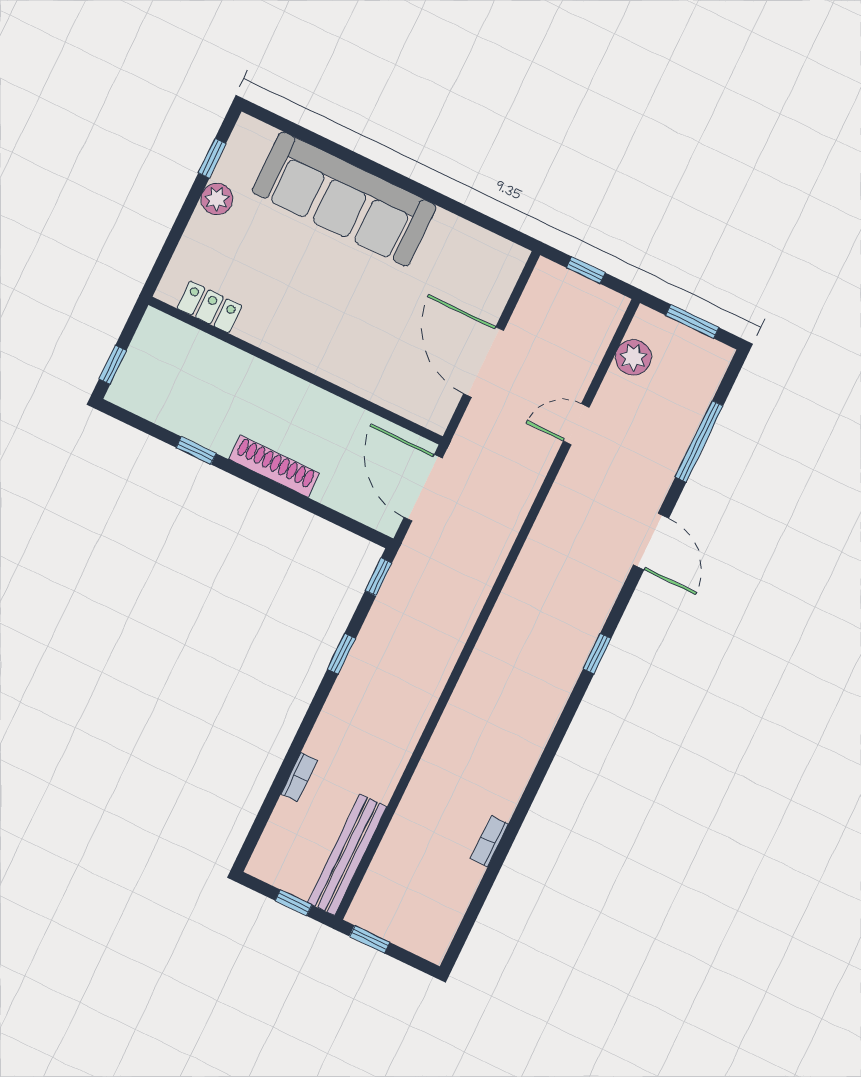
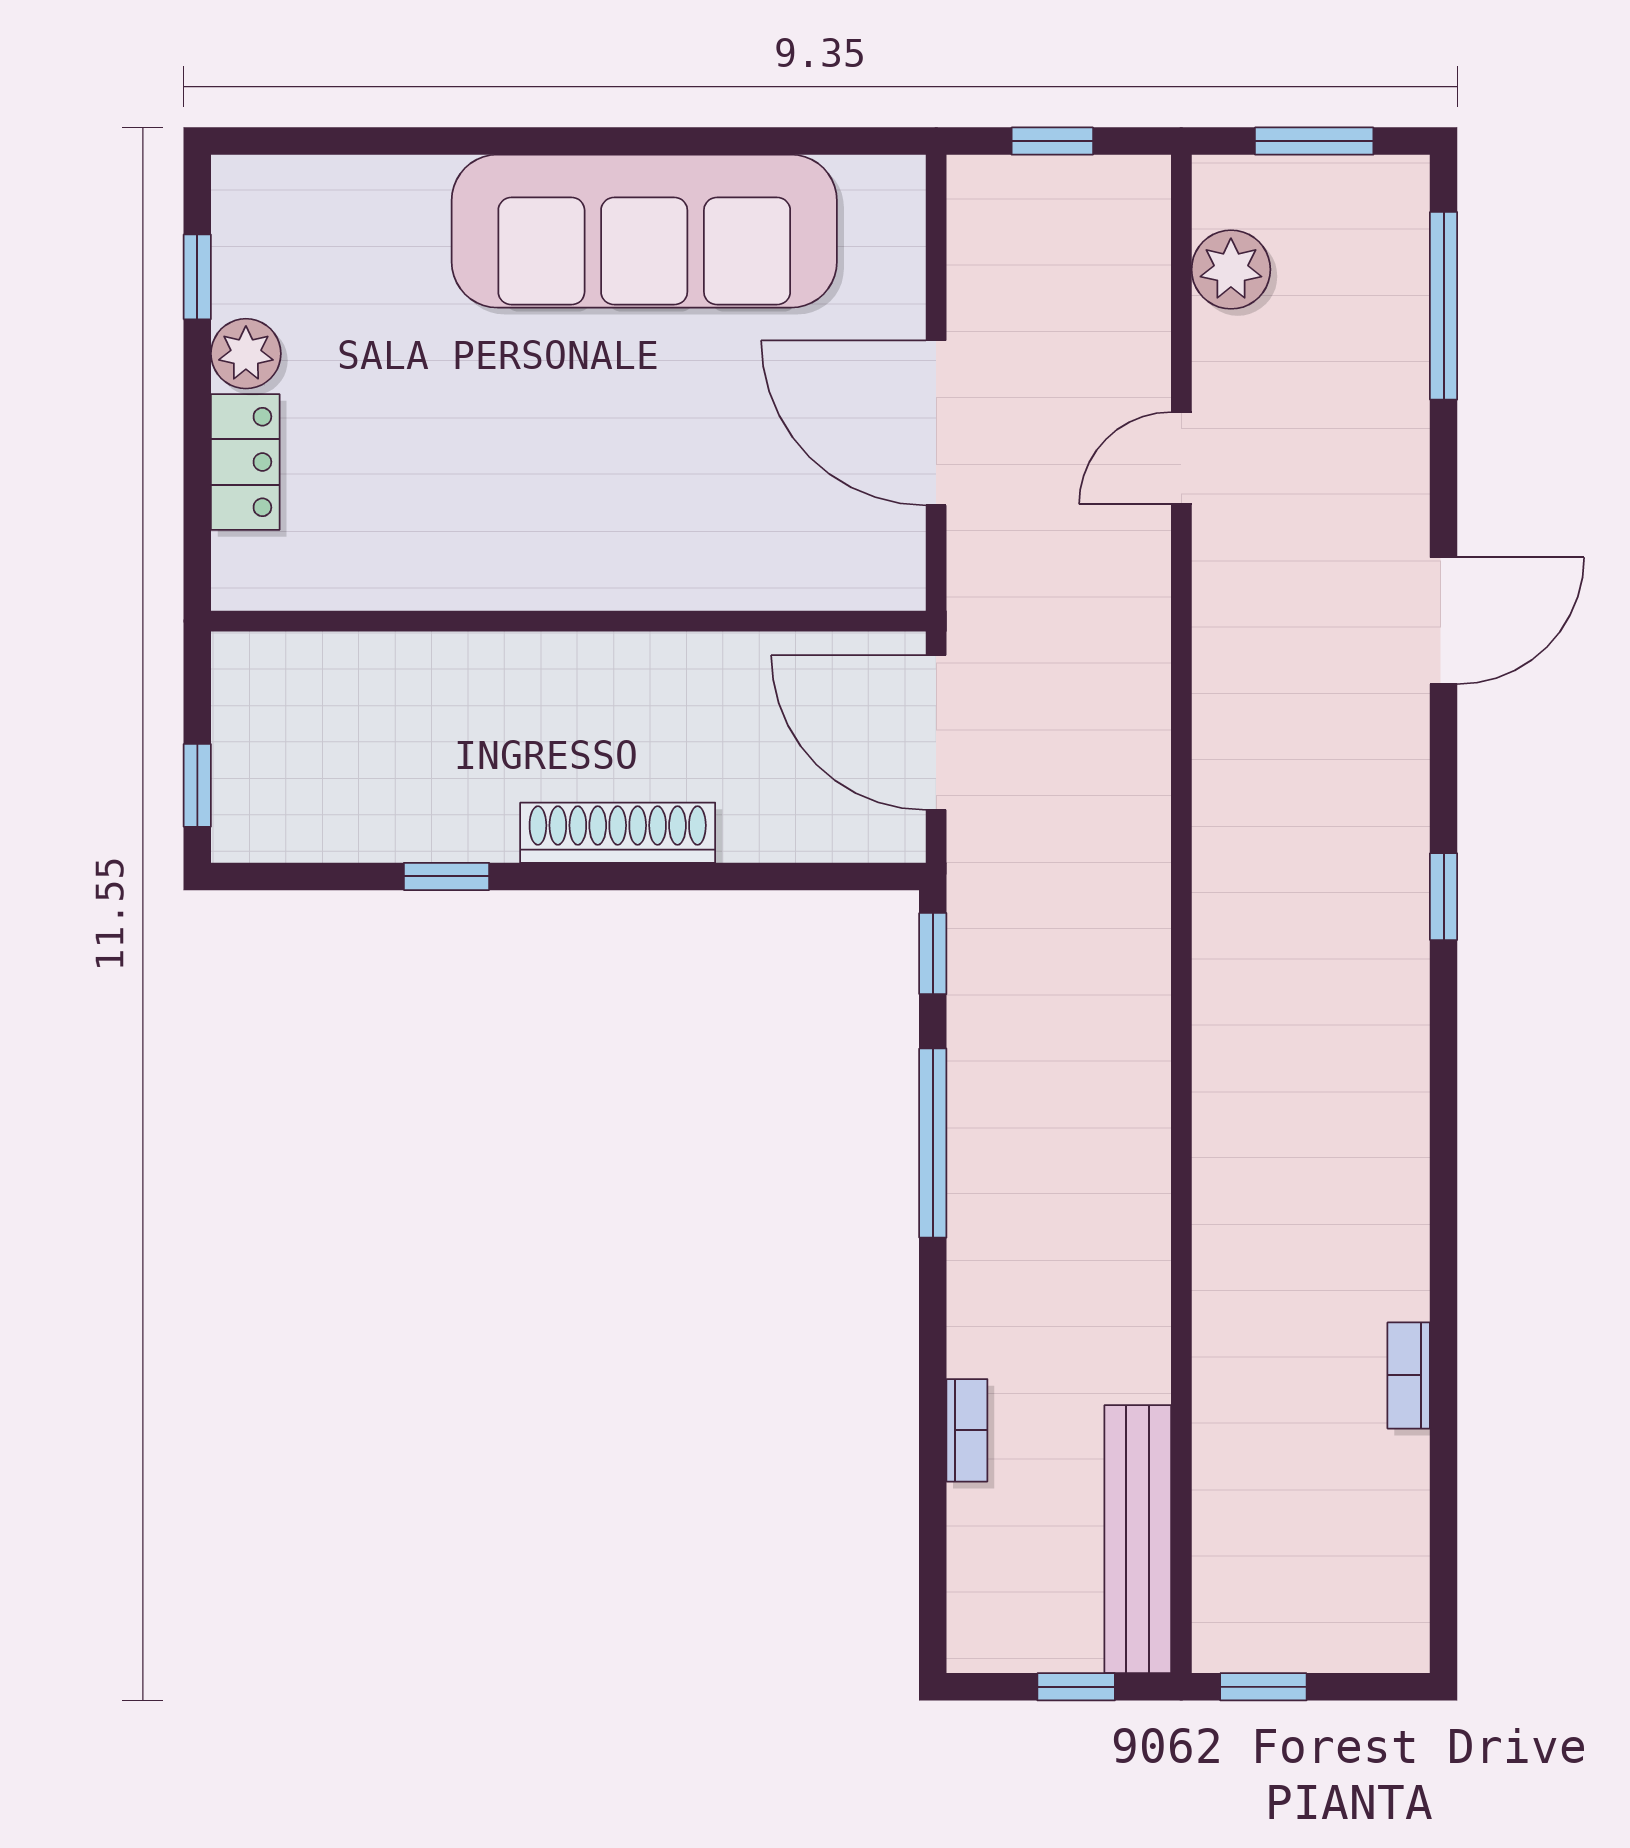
sofa: (344, 199) -> (644, 231), moved
locker: (209, 307) -> (245, 462), moved, turned 90
window: (699, 441) -> (1444, 306), moved
door: (651, 542) -> (1444, 621), hinge flipped
window: (341, 654) -> (933, 1143), width x2.17

